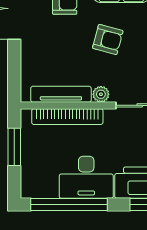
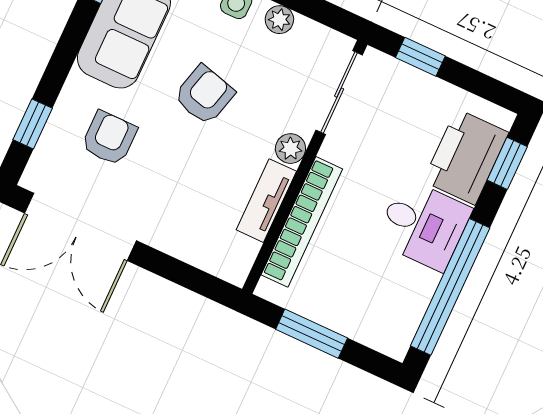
tv unit: (61, 94) -> (266, 201), width x0.71
desk: (86, 177) -> (423, 225), width x0.73

